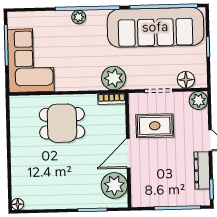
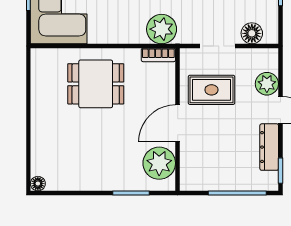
plant: (198, 100) -> (267, 84), moved

